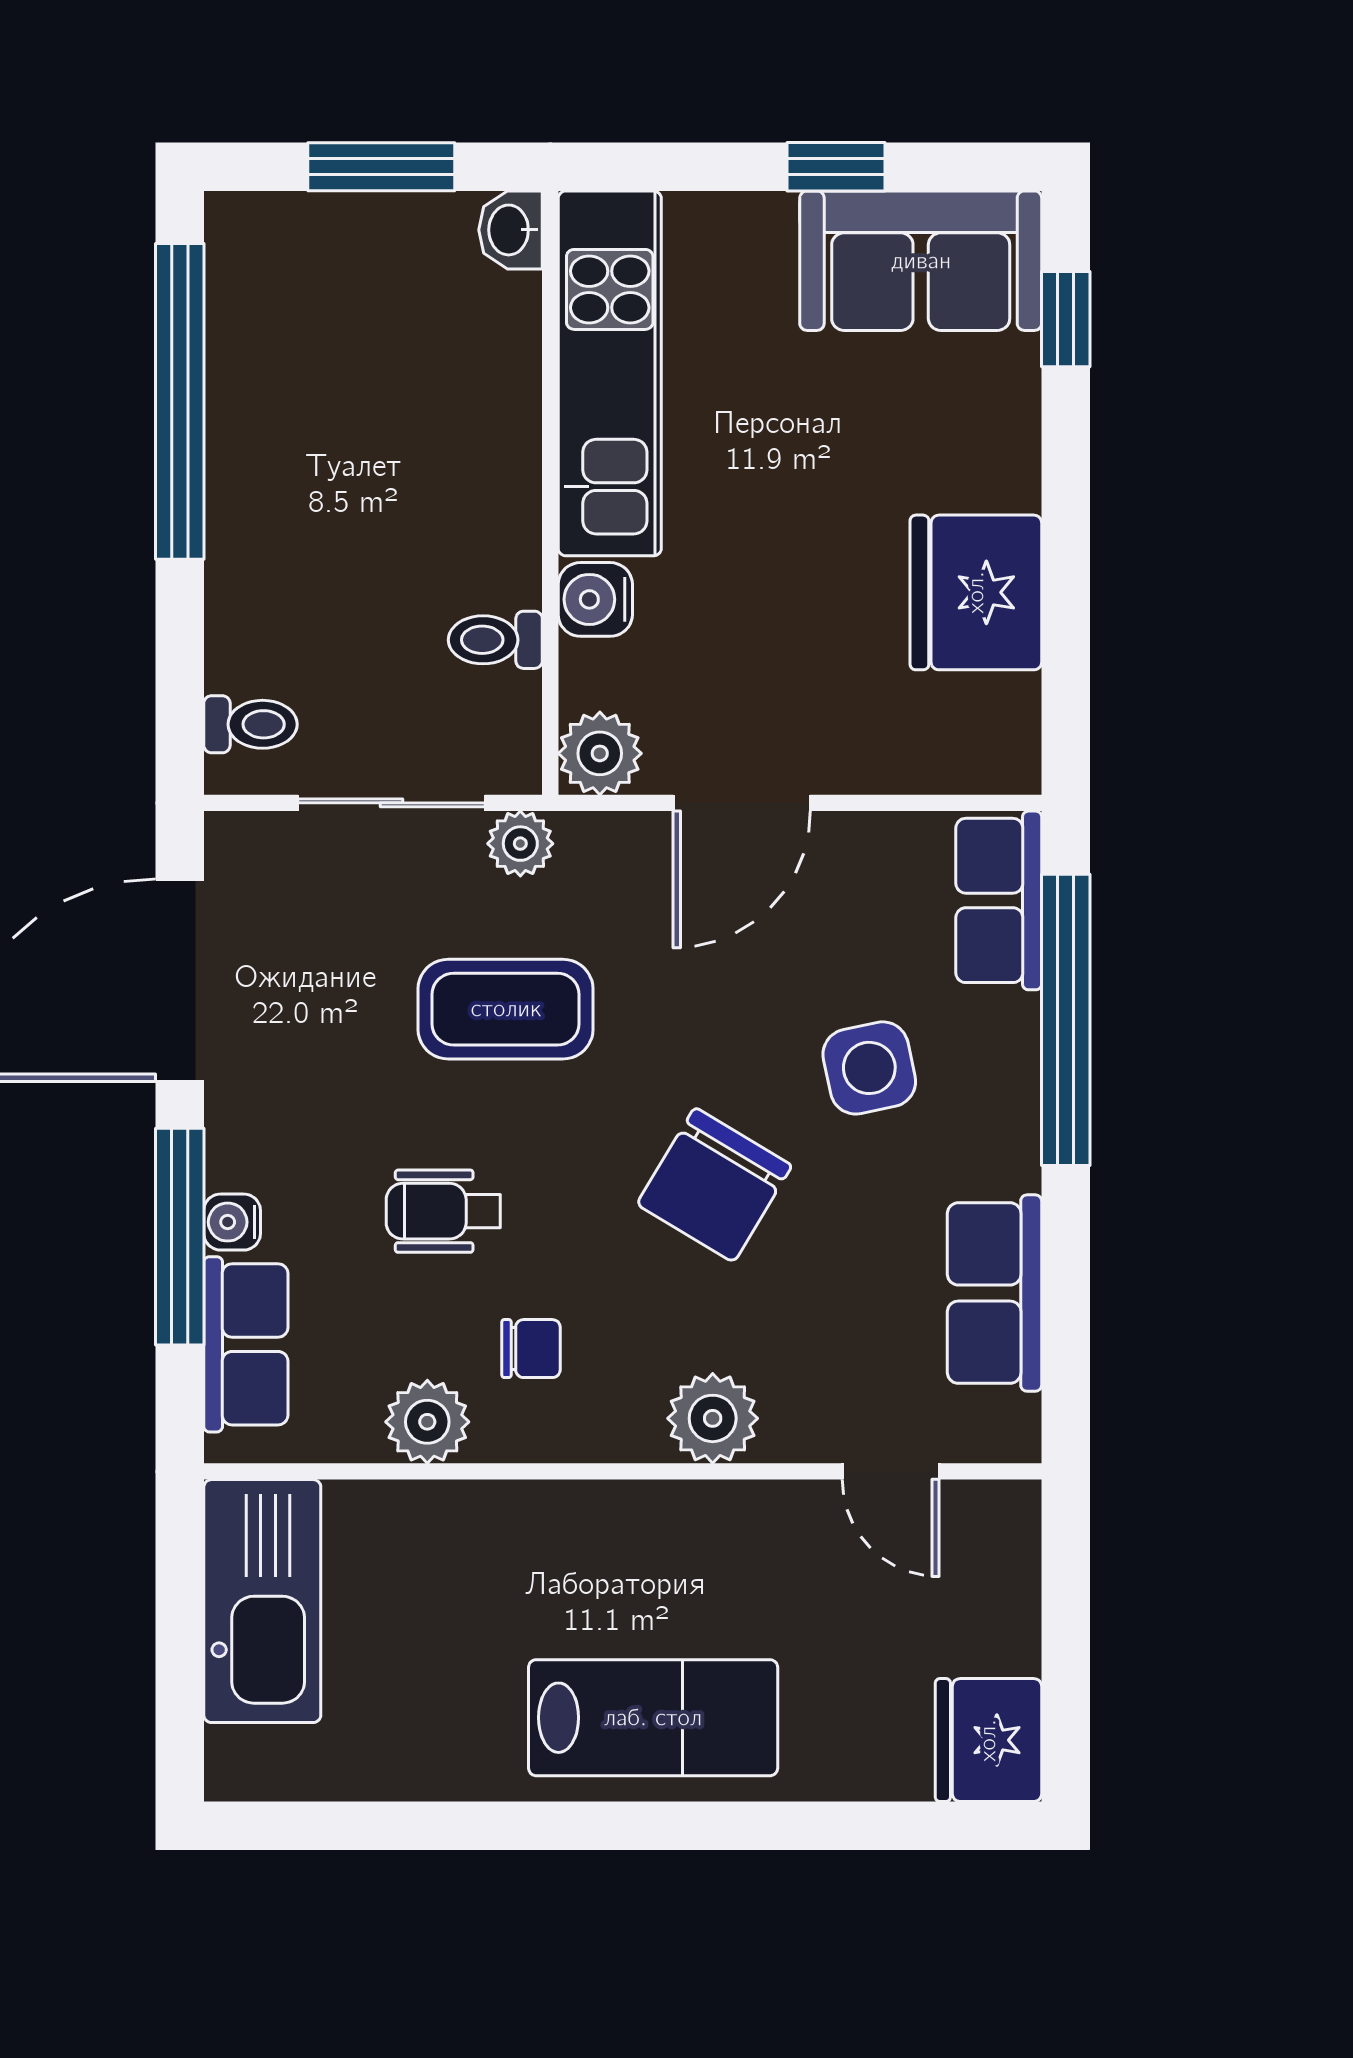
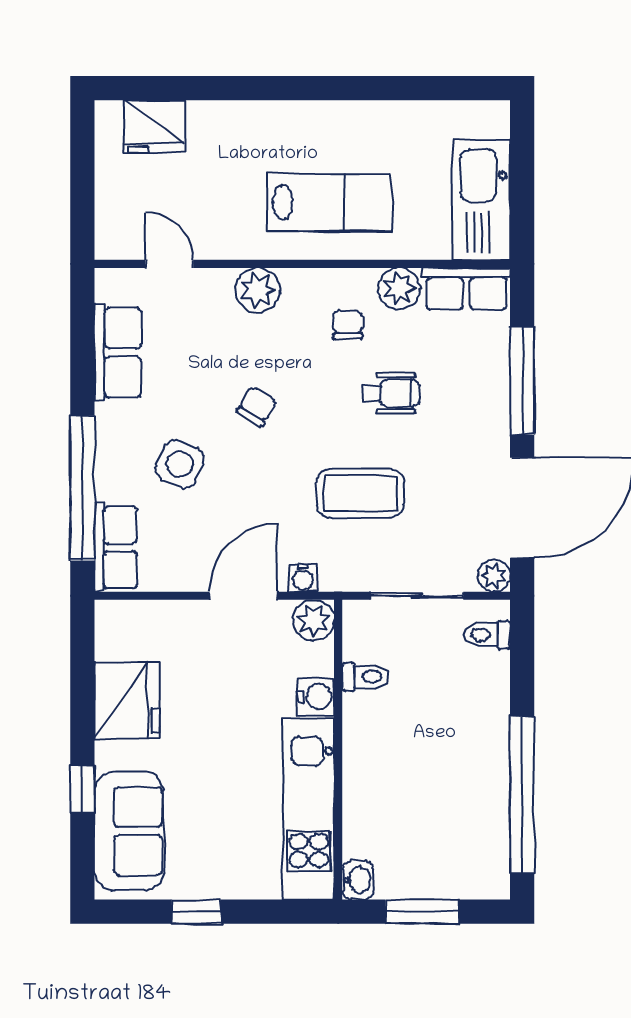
sofa: (921, 261) -> (129, 831), moved, turned 90
window: (1066, 319) -> (82, 789), moved
plant: (520, 844) -> (494, 576), moved
side table: (869, 1068) -> (180, 464), turned 34
chair: (714, 1185) -> (257, 406), width x0.54, depth x0.54
water cooler: (232, 1222) -> (303, 578), moved, turned 90
row of seats: (246, 1344) -> (467, 289), moved, turned -90
chair: (531, 1349) -> (348, 325), turned 90
lab bench: (653, 1718) -> (330, 202), moved, turned 180
fridge: (988, 1740) -> (154, 126), moved, turned 90

